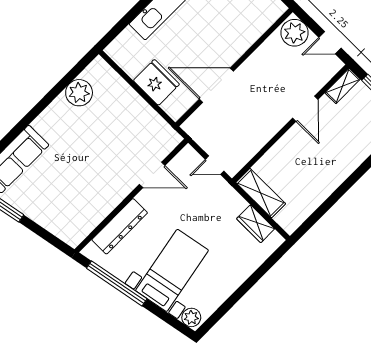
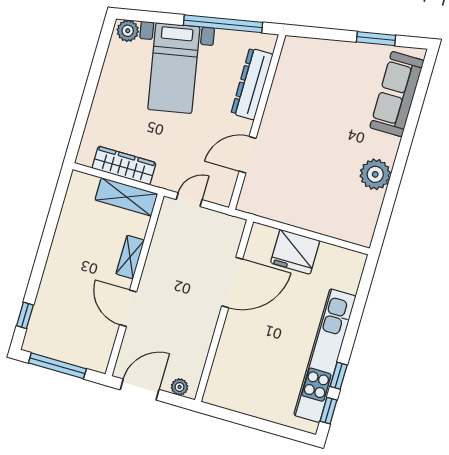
plant: (295, 33) -> (180, 387), width x0.53, depth x0.53
door: (330, 43) -> (140, 390), width x1.38
shelving: (343, 86) -> (130, 257), moved
plant: (79, 93) -> (375, 174), moved
wardrobe: (256, 224) -> (124, 165), width x1.50

